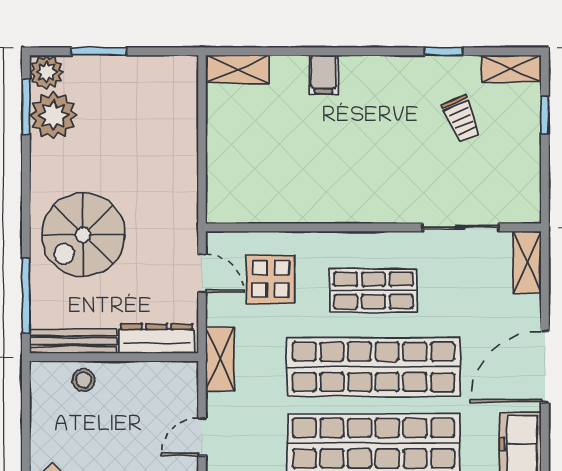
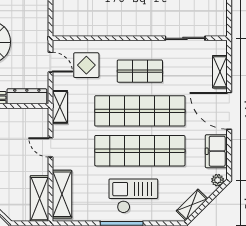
shelving: (527, 262) -> (220, 72), moved
door: (545, 367) -> (229, 111), hinge flipped
door: (202, 437) -> (51, 147), hinge flipped

